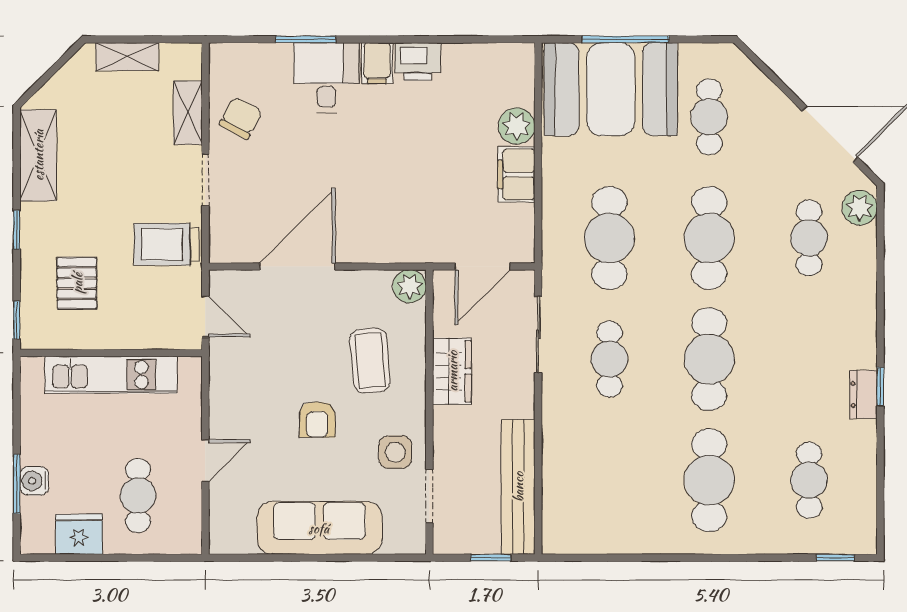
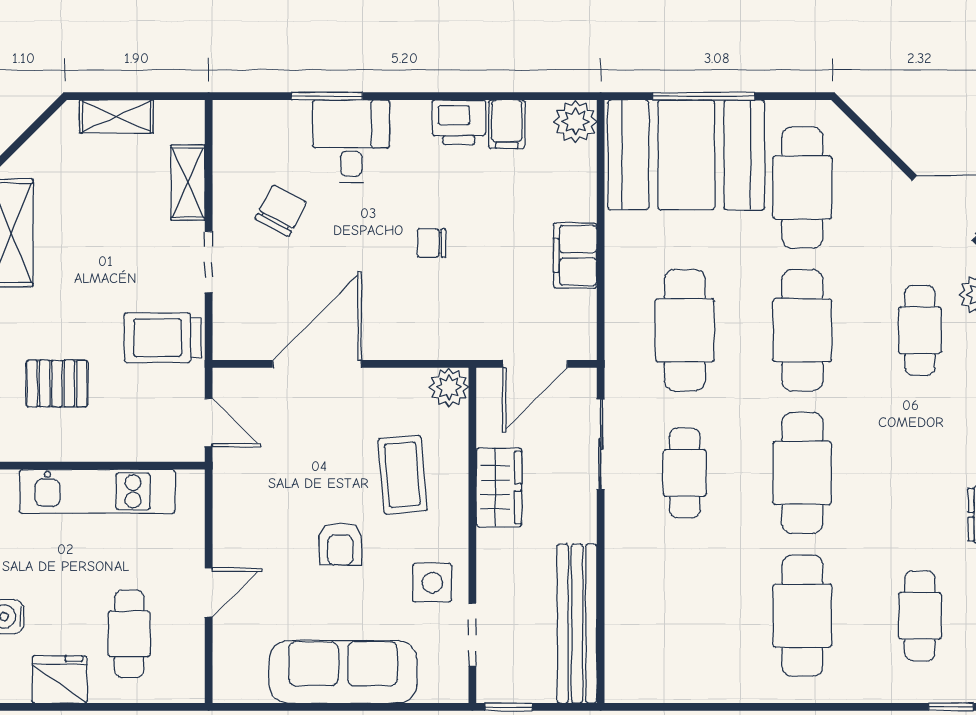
filing cabinet: (377, 63) -> (507, 124), moved
cafe table: (709, 117) -> (802, 187), width x1.37, depth x1.35
chair: (241, 118) -> (281, 211), moved
plant: (517, 126) -> (575, 121), moved
chair: (395, 164) -> (432, 243), added
pallet: (77, 283) -> (57, 384), turned 90
window: (491, 558) -> (509, 707), moved

